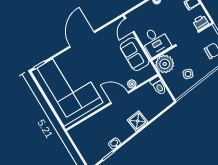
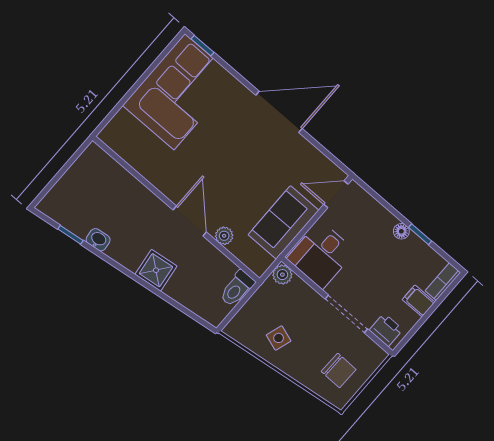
plant: (165, 64) -> (282, 275), width x0.53, depth x0.53
corner sofa: (67, 87) -> (179, 92), width x0.73, depth x0.74

